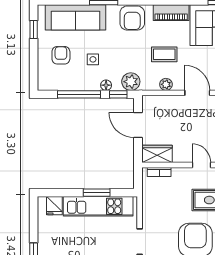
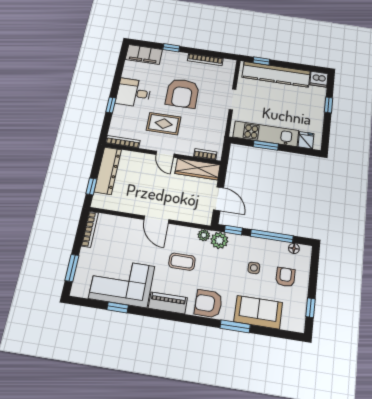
sofa: (75, 17) -> (258, 312), width x0.73
armchair: (132, 18) -> (208, 304), turned -90
armchair: (61, 55) -> (285, 277), turned 180
plant: (166, 84) -> (204, 235), moved
floor lamp: (106, 85) -> (294, 248), moved
wardrobe: (157, 154) -> (198, 169), width x1.50

